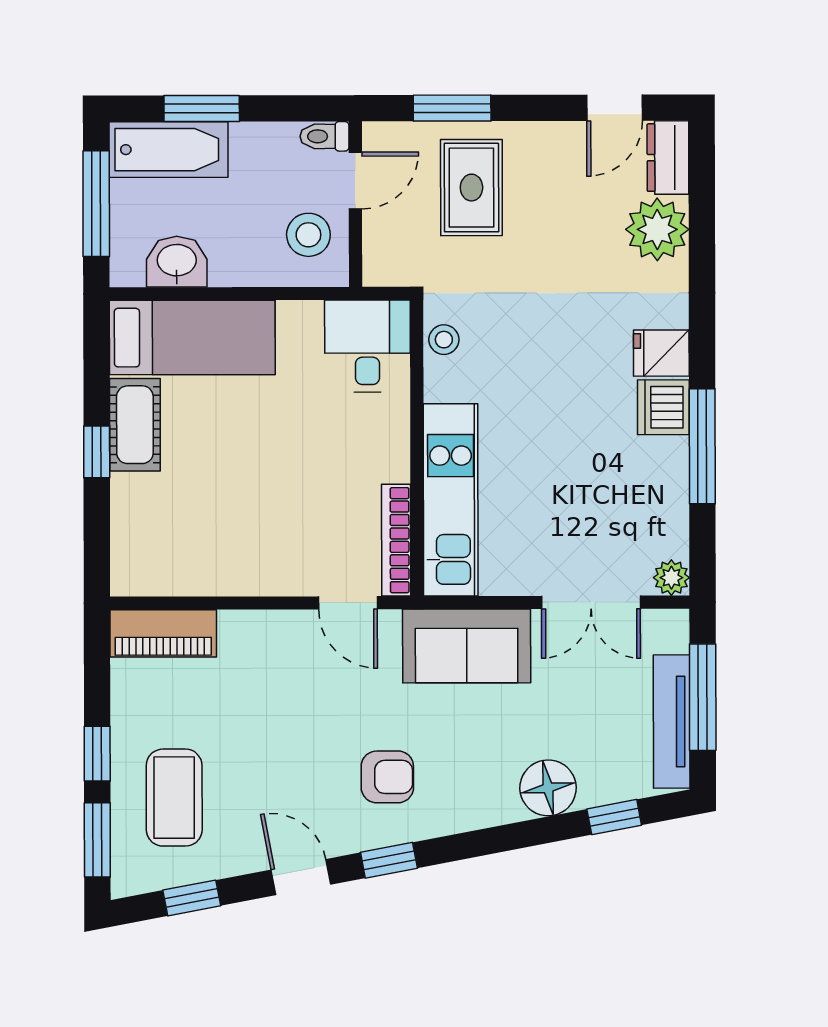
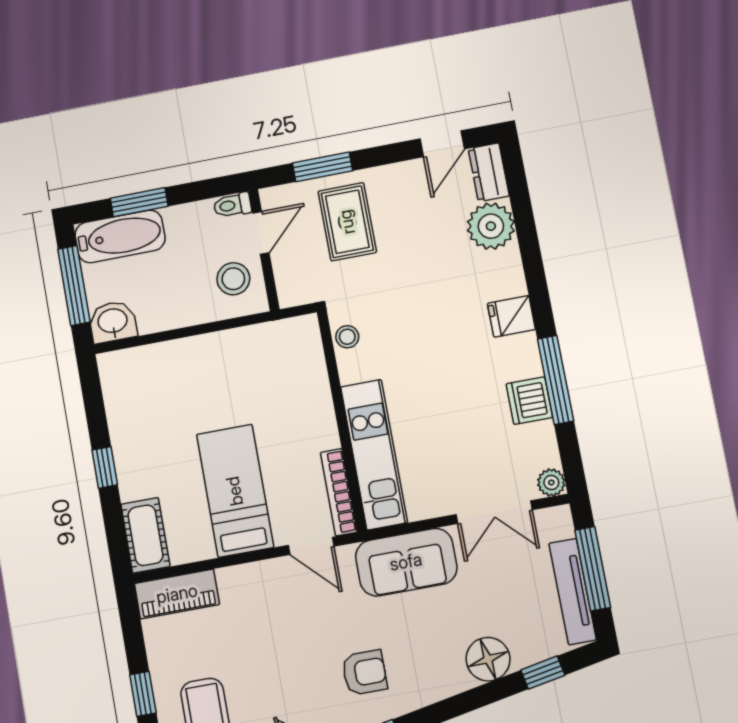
washbasin: (177, 262) -> (113, 322), moved
bed: (192, 337) -> (235, 491), moved, turned -90
desk: (367, 346) -> (291, 352), removed
dishwasher: (663, 407) -> (529, 401), moved
cot: (135, 425) -> (145, 535), moved

